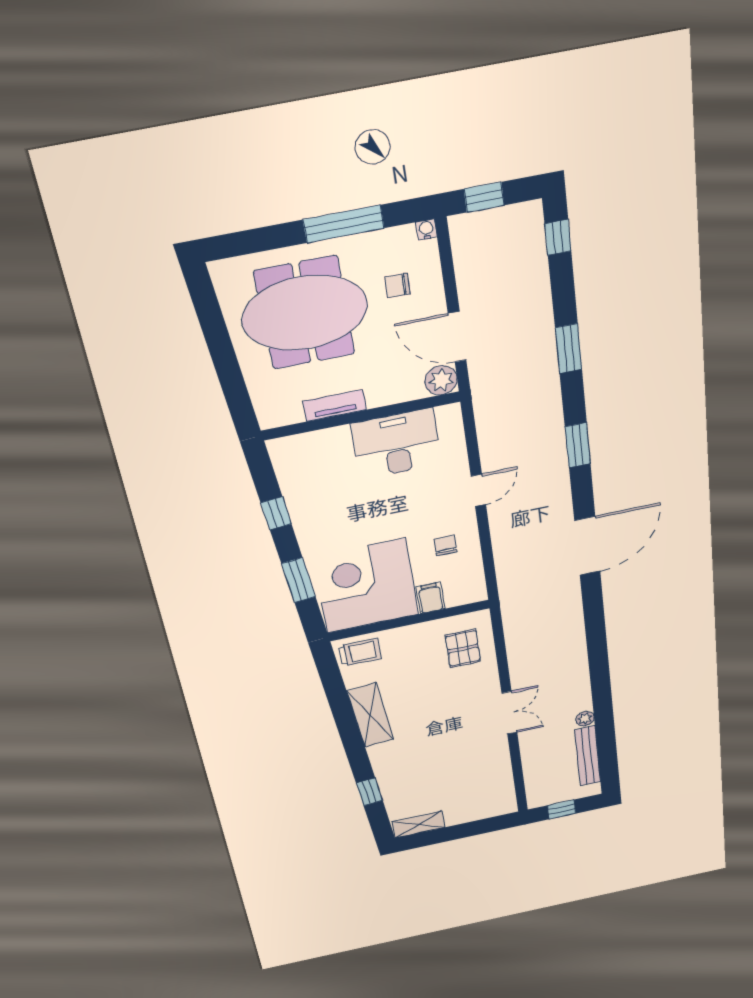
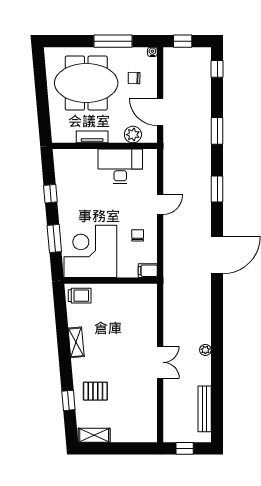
plant: (441, 380) -> (133, 135), moved
filing cabinet: (430, 598) -> (148, 271), moved, turned -90
pallet: (463, 648) -> (95, 391), moved, turned 90
shelving: (370, 715) -> (76, 342), width x0.67, depth x0.75
plant: (585, 719) -> (205, 350), moved

